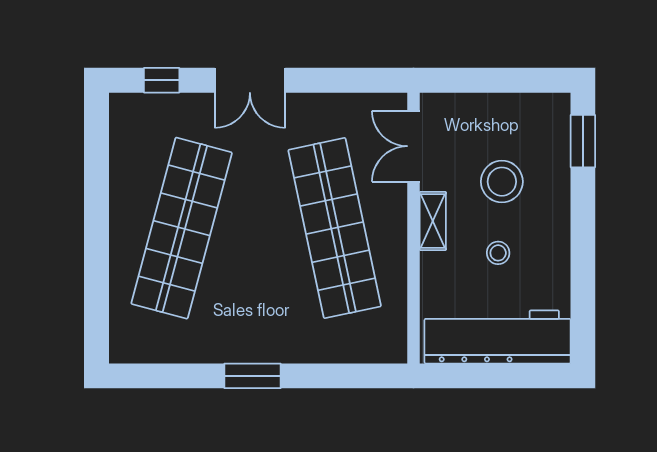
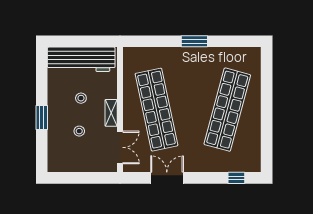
double door: (250, 80) -> (167, 178), moved
window: (583, 141) -> (42, 117), moved
stool: (502, 182) -> (79, 131), width x0.53, depth x0.53

